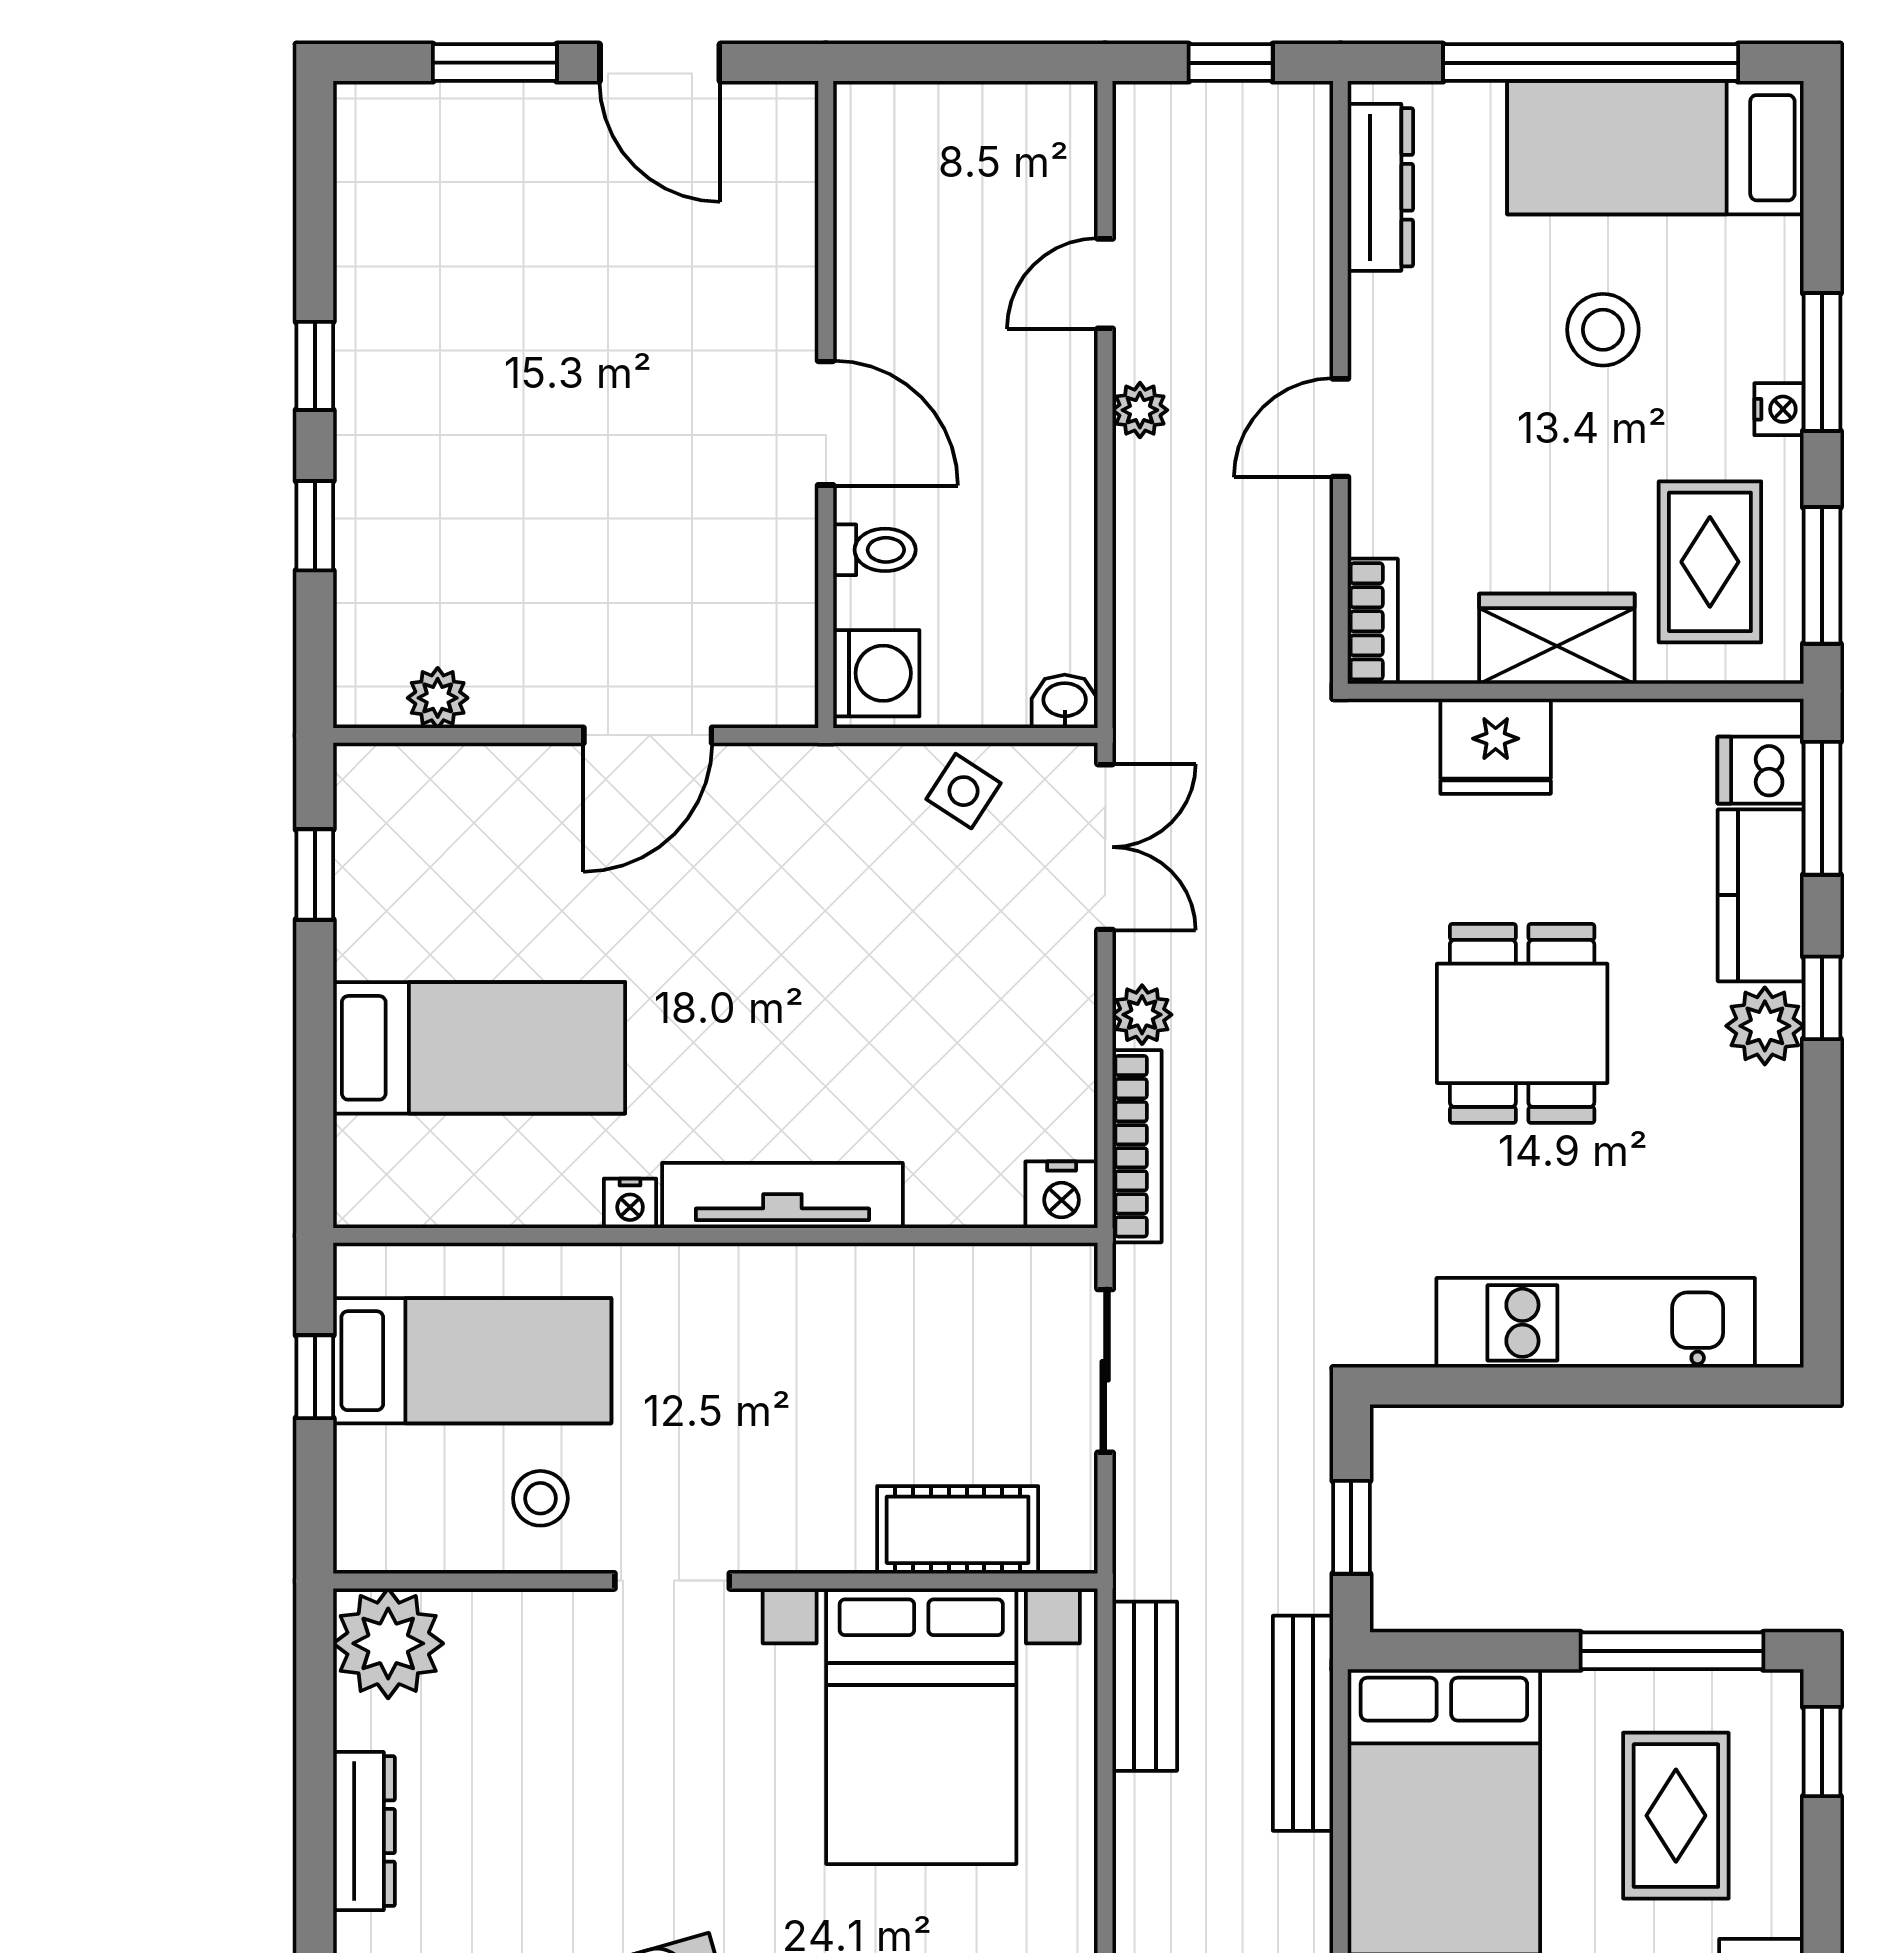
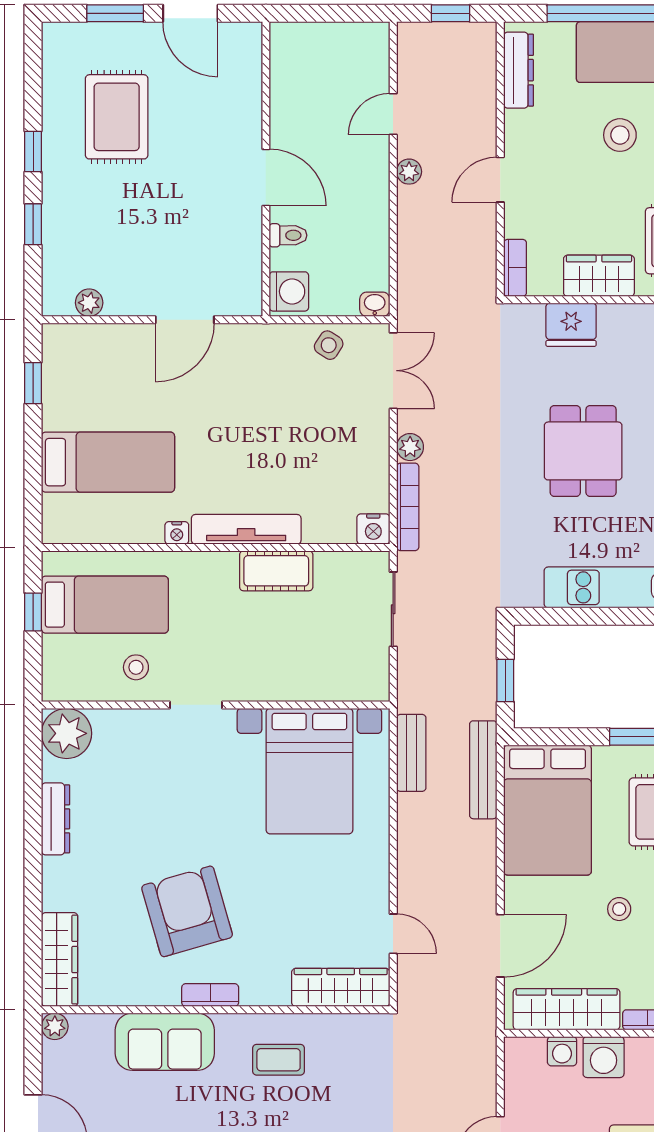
rug: (498, 290) -> (117, 117), added
cot: (958, 1530) -> (276, 571), moved

